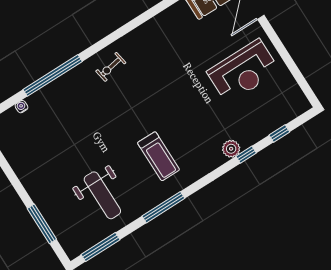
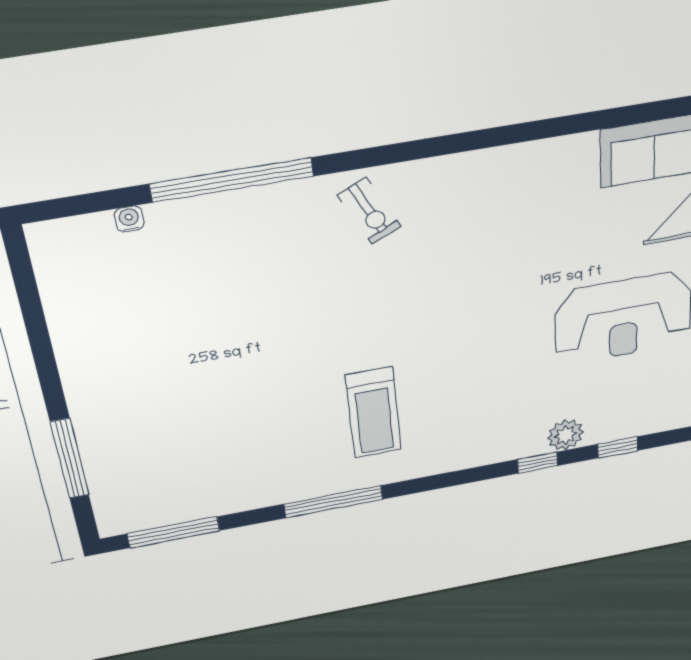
exercise bike: (111, 67) -> (369, 211), turned -106
plant: (231, 149) -> (565, 435), moved
weight bench: (102, 195) -> (224, 446), removed

